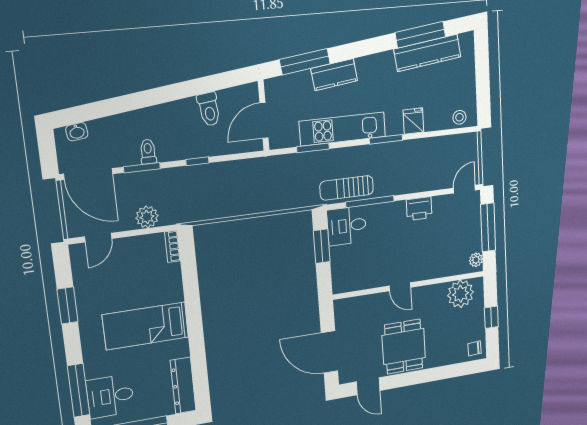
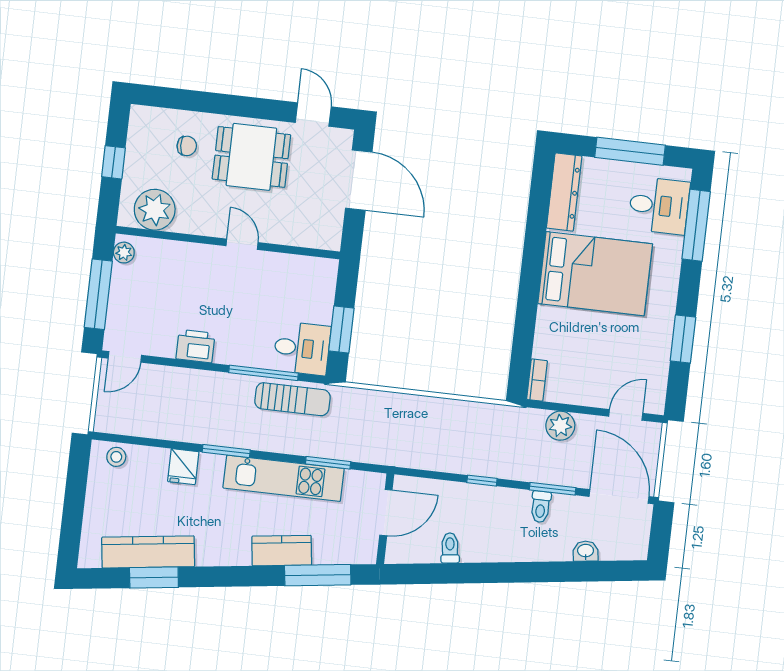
window: (420, 35) -> (154, 578), width x0.69
toilet: (209, 109) -> (450, 548), width x0.73, depth x0.72
washbasin: (77, 132) -> (586, 551), moved
bed: (146, 326) -> (595, 274), width x1.50
dining table: (404, 347) -> (251, 157), turned 90
chair: (474, 348) -> (187, 146), moved

